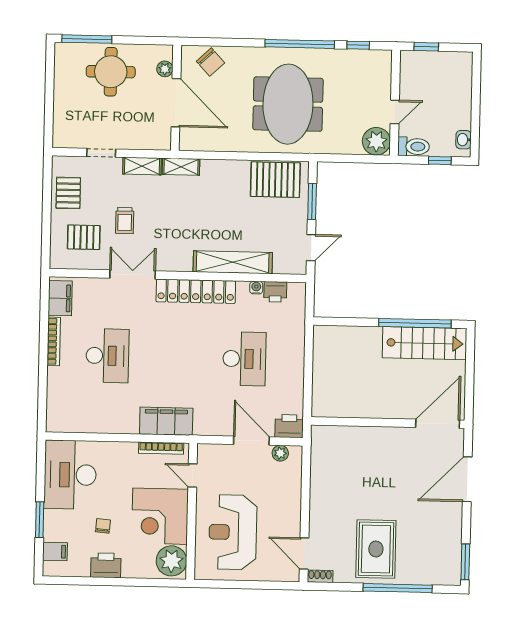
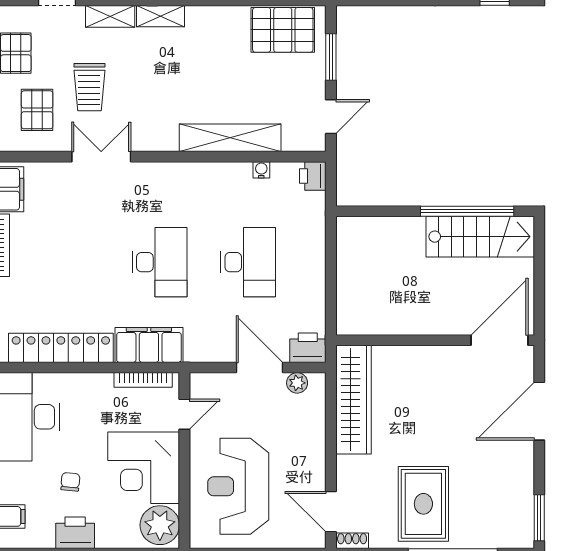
trolley: (125, 221) -> (89, 87), width x1.36, depth x1.39
pallet: (84, 237) -> (37, 110), turned 90
locker: (196, 291) -> (61, 348), moved, turned 180
printer: (275, 292) -> (313, 176), moved, turned 90
desk: (107, 356) -> (160, 262), moved
wardrobe: (324, 467) -> (353, 400), added
door: (192, 475) -> (184, 414), swing flipped

